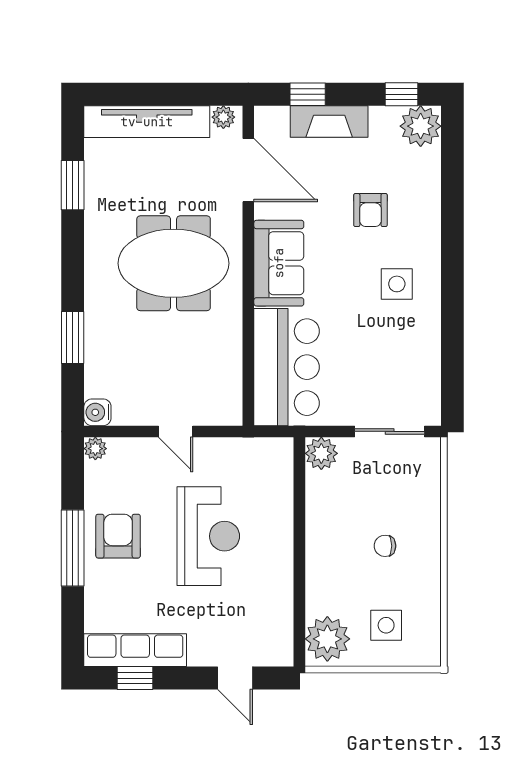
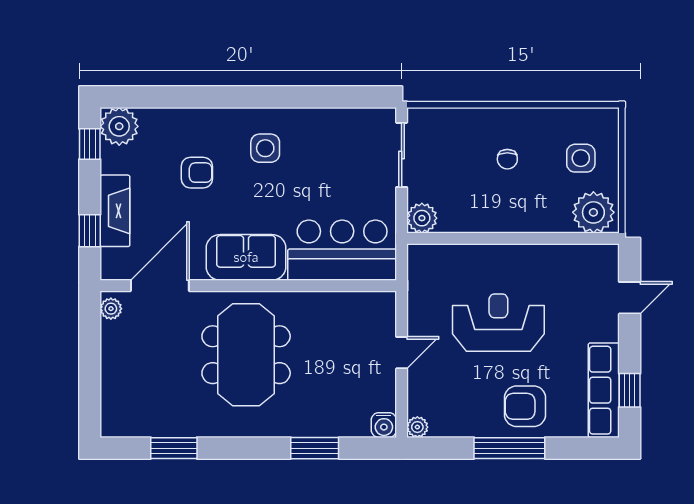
tv unit: (147, 122) -> (115, 379), removed
armchair: (118, 536) -> (525, 406), moved

